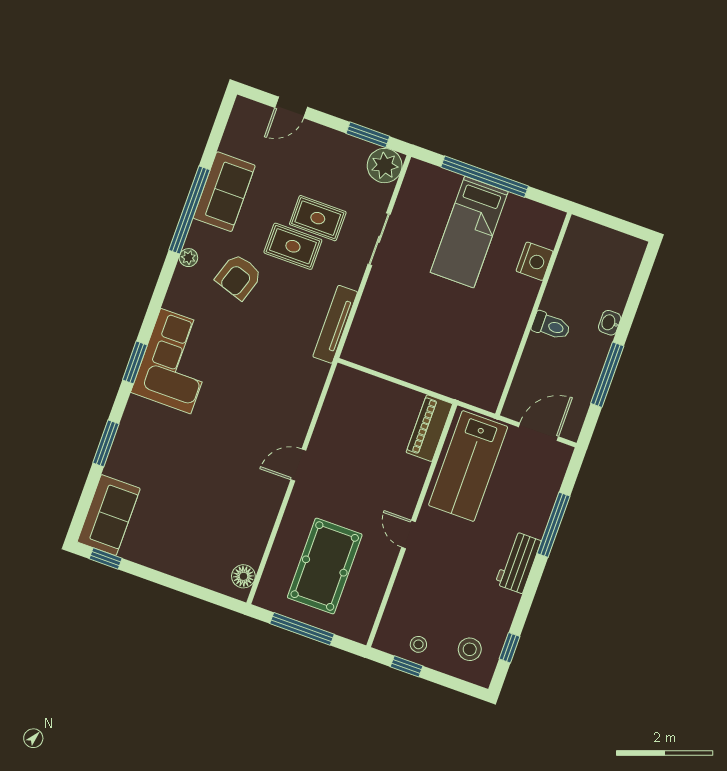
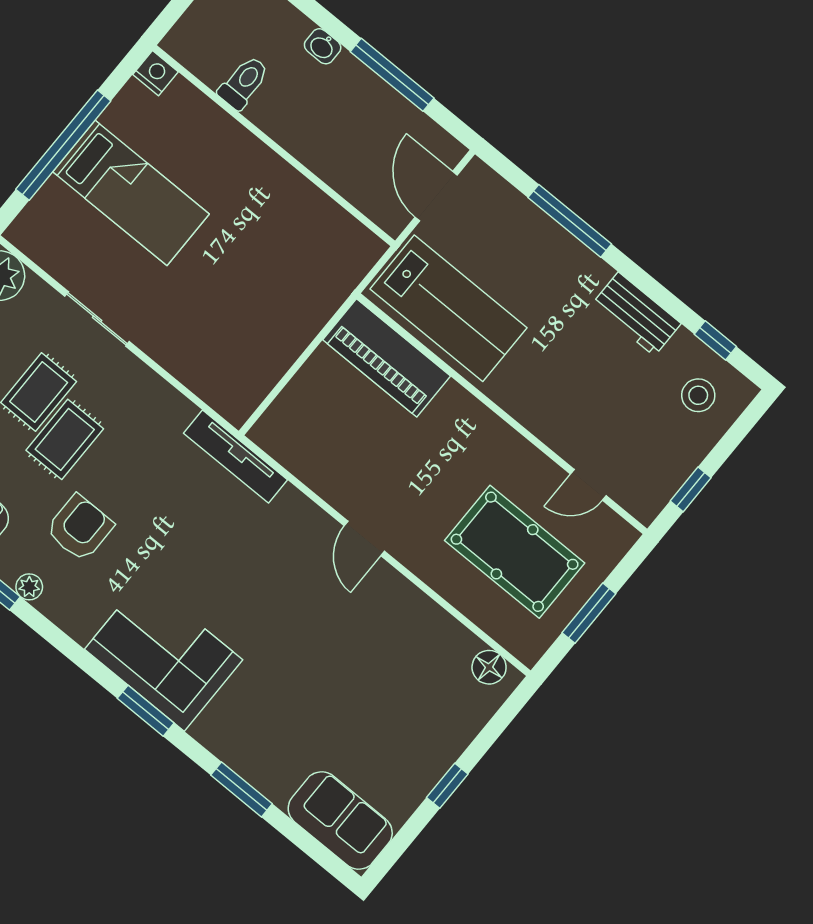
nightstand: (535, 261) -> (155, 73), moved, width x0.74, depth x0.75
armchair: (239, 277) -> (80, 528), turned -108
tv unit: (335, 324) -> (236, 456), moved
toilet: (551, 326) -> (244, 83), moved
piano: (429, 428) -> (387, 358), width x1.37, depth x1.33
door: (409, 534) -> (588, 485), moved
window: (106, 559) -> (447, 786), moved
workbench: (518, 562) -> (636, 314), moved
window: (302, 629) -> (589, 613), width x0.69
stool: (418, 644) -> (667, 463), removed

